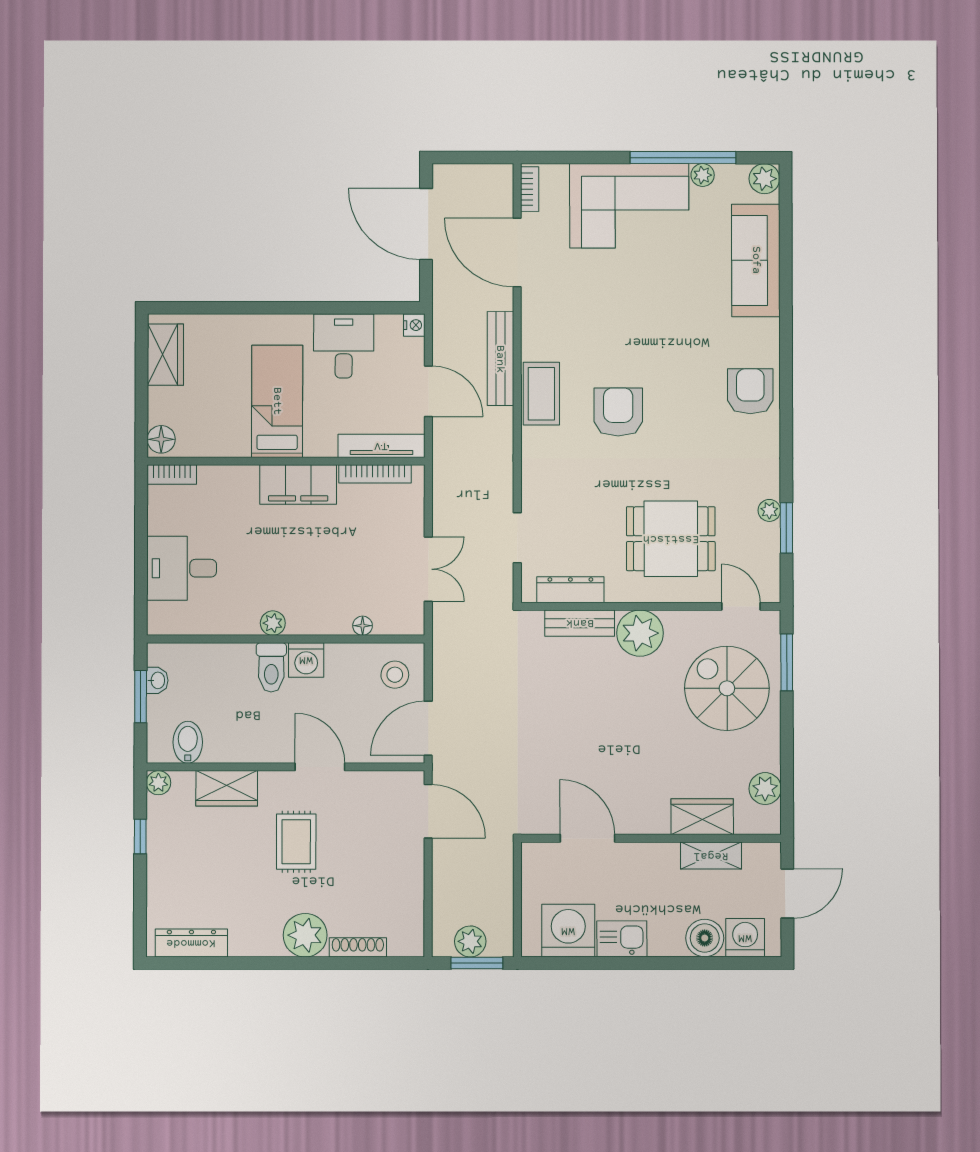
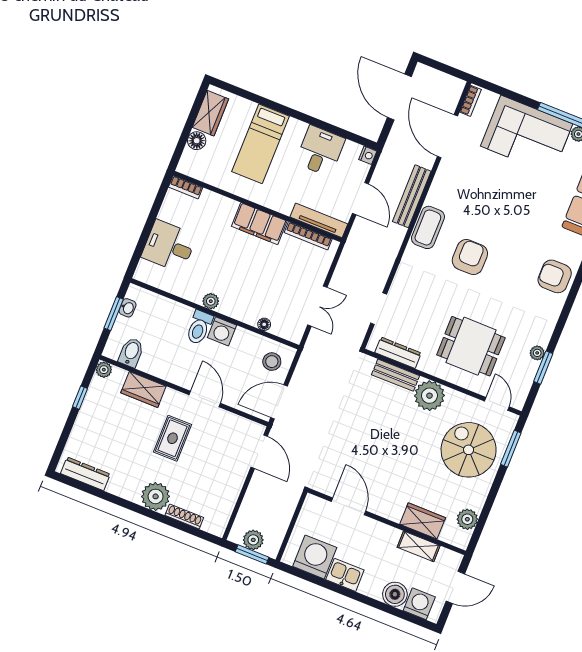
armchair: (750, 391) -> (555, 276), turned -90
bed: (277, 401) -> (260, 144), moved, turned 180
floor lamp: (161, 439) -> (197, 141), moved

